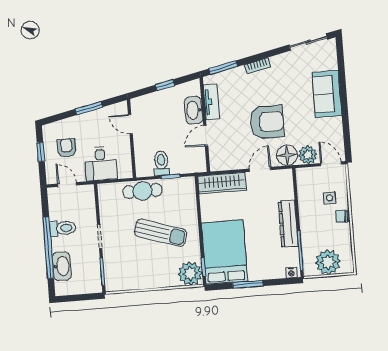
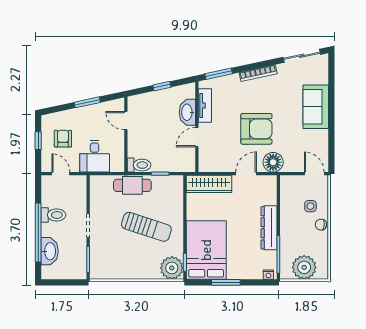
bookcase: (257, 66) -> (258, 73), width x1.56
plant: (308, 155) -> (293, 163), removed
toilet: (161, 163) -> (139, 165), moved, turned 90

